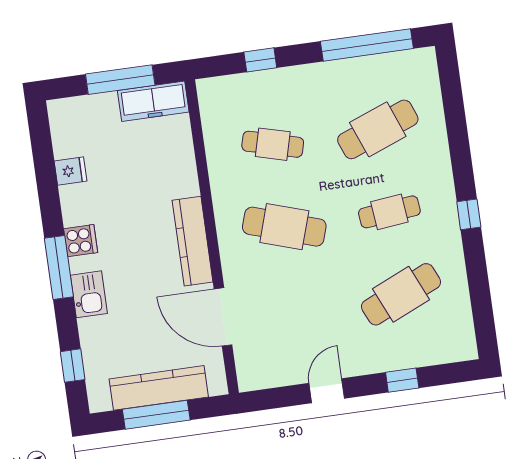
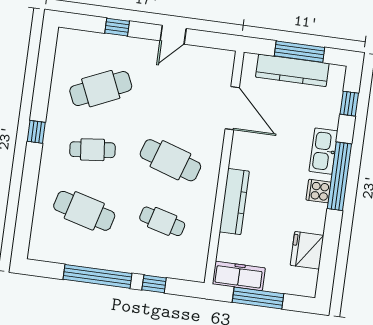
window: (367, 45) -> (97, 276), moved
cafe table: (378, 129) -> (84, 211), turned 36
fridge: (71, 171) -> (307, 250), width x1.88, depth x1.34
kitchen counter: (193, 241) -> (234, 202), moved
window: (59, 268) -> (339, 176), width x1.46
kitchen sink: (89, 294) -> (323, 151), width x1.38

